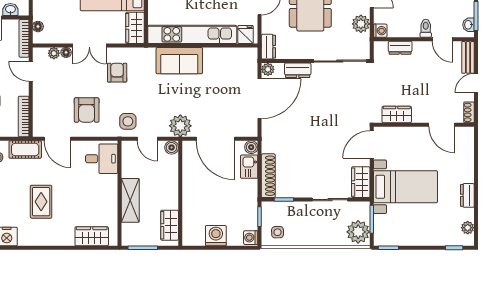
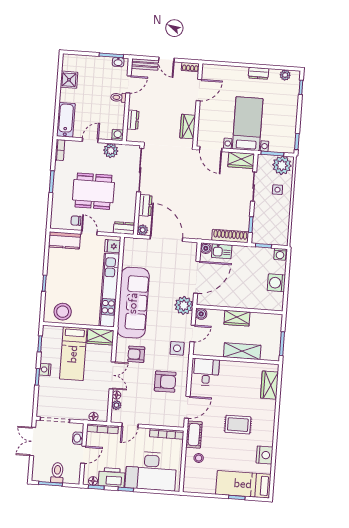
sofa: (179, 61) -> (133, 303), width x1.85, depth x1.27
wardrobe: (170, 225) -> (237, 318), moved
side table: (278, 232) -> (277, 190), moved

